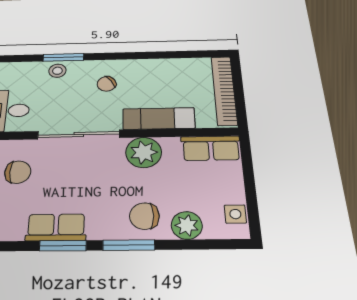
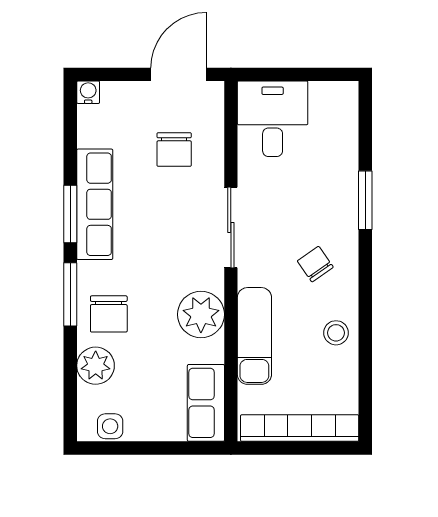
stool: (57, 71) -> (336, 333), moved
sliding door: (79, 135) -> (231, 228), width x0.73
chair: (144, 216) -> (109, 314), turned 180
row of seats: (56, 227) -> (95, 204), width x1.48

